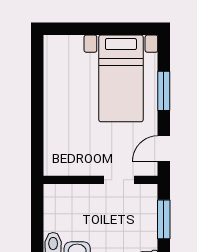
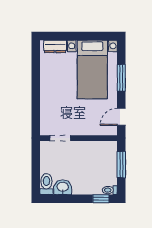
dresser: (66, 44) -> (55, 46), added
doorway: (119, 180) -> (60, 138), moved

